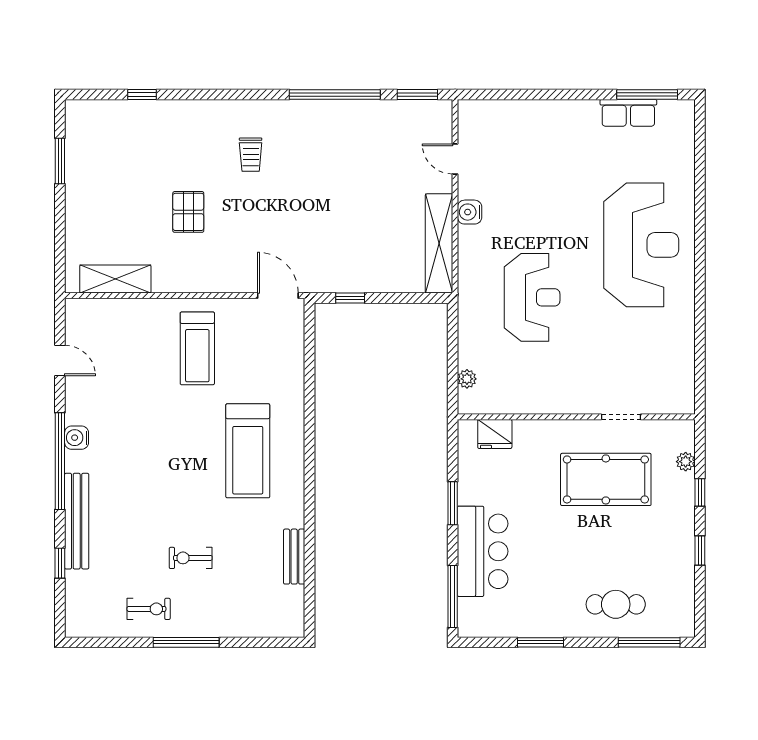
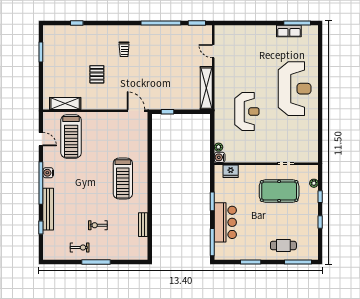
water cooler: (470, 212) -> (220, 157), moved
treadmill: (197, 348) -> (71, 136), moved, width x1.37, depth x1.38

